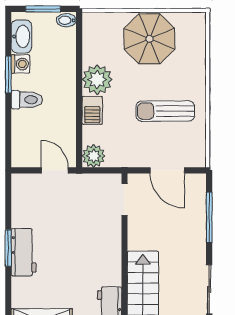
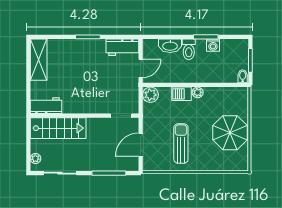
washbasin: (21, 36) -> (170, 46), moved
plant: (97, 80) -> (198, 92), width x0.53, depth x0.53
workbench: (24, 252) -> (122, 47), moved

